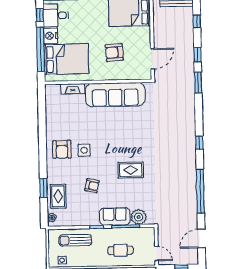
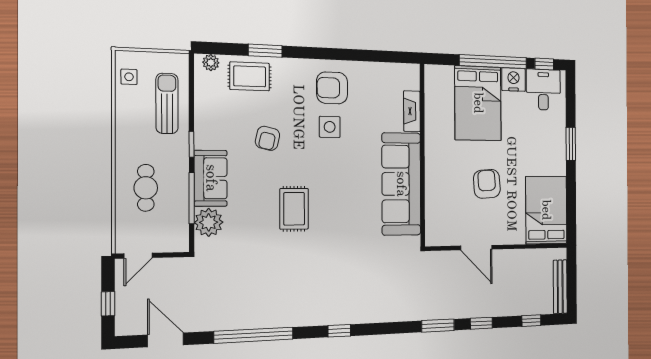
wall: (98, 82) -> (422, 155), moved
fireplace: (73, 89) -> (412, 111), moved
sofa: (115, 95) -> (401, 184), moved

